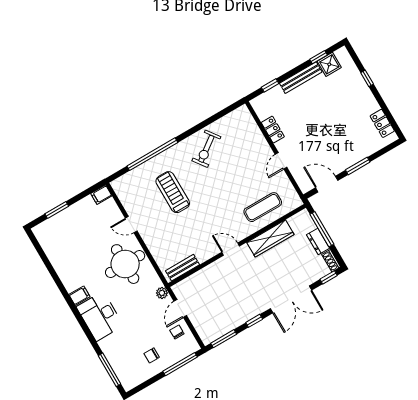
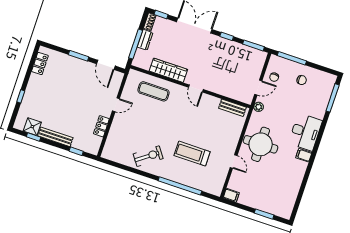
treadmill: (173, 192) -> (192, 154), turned 90

